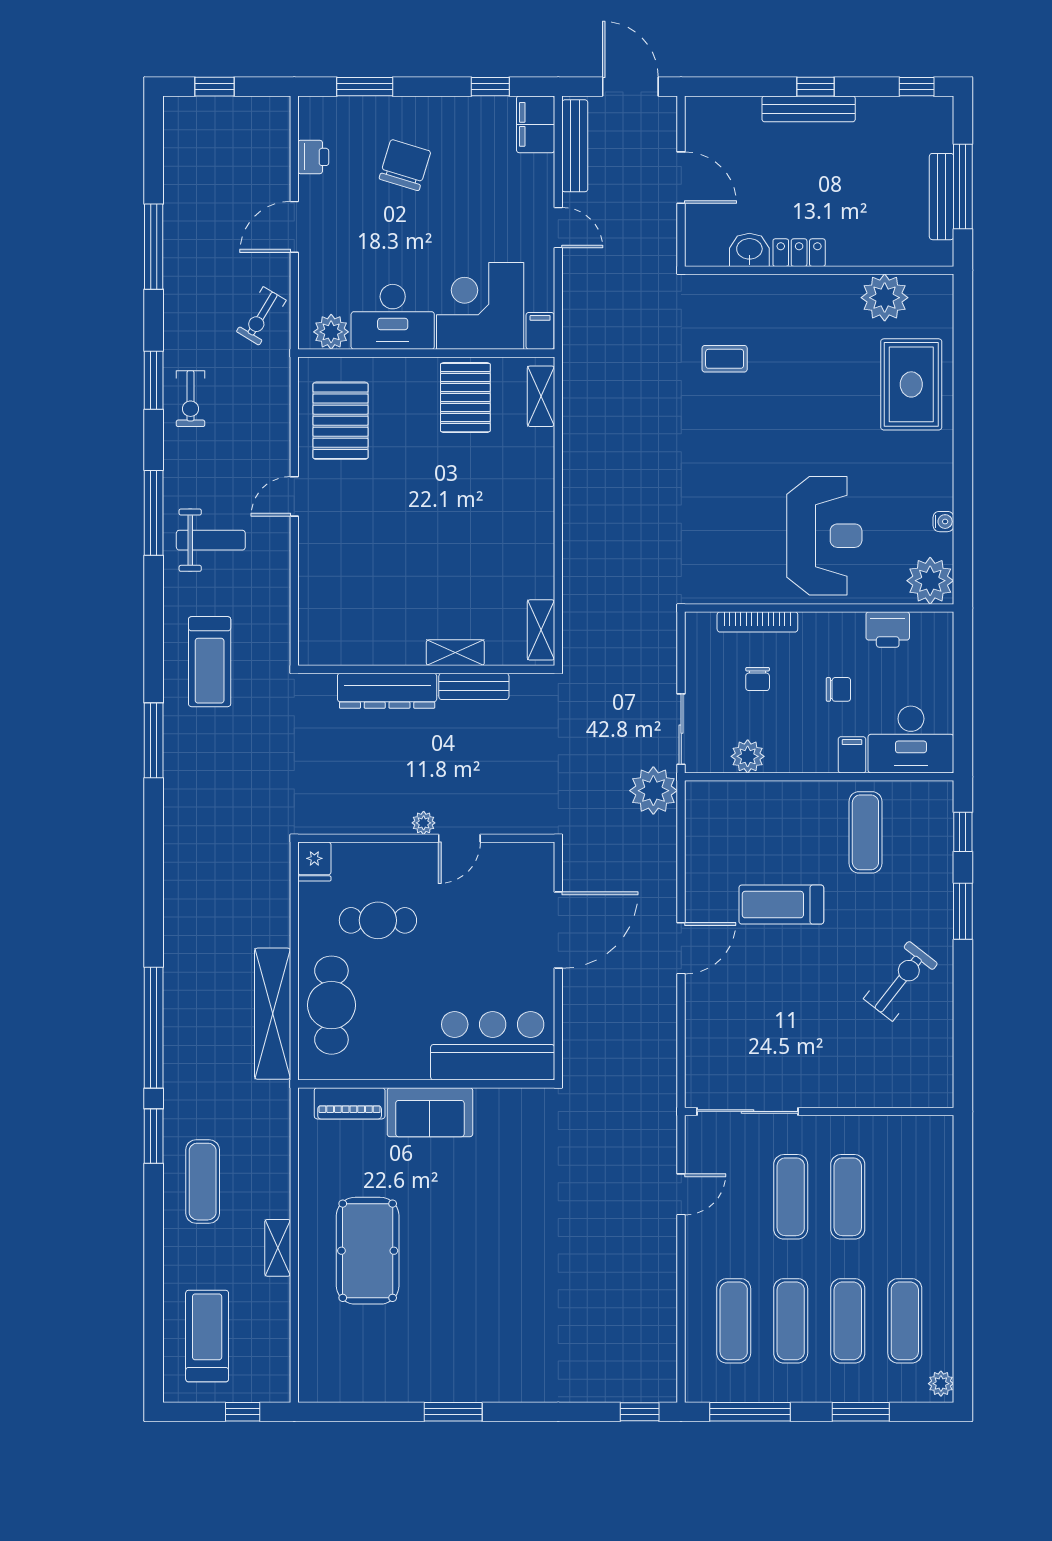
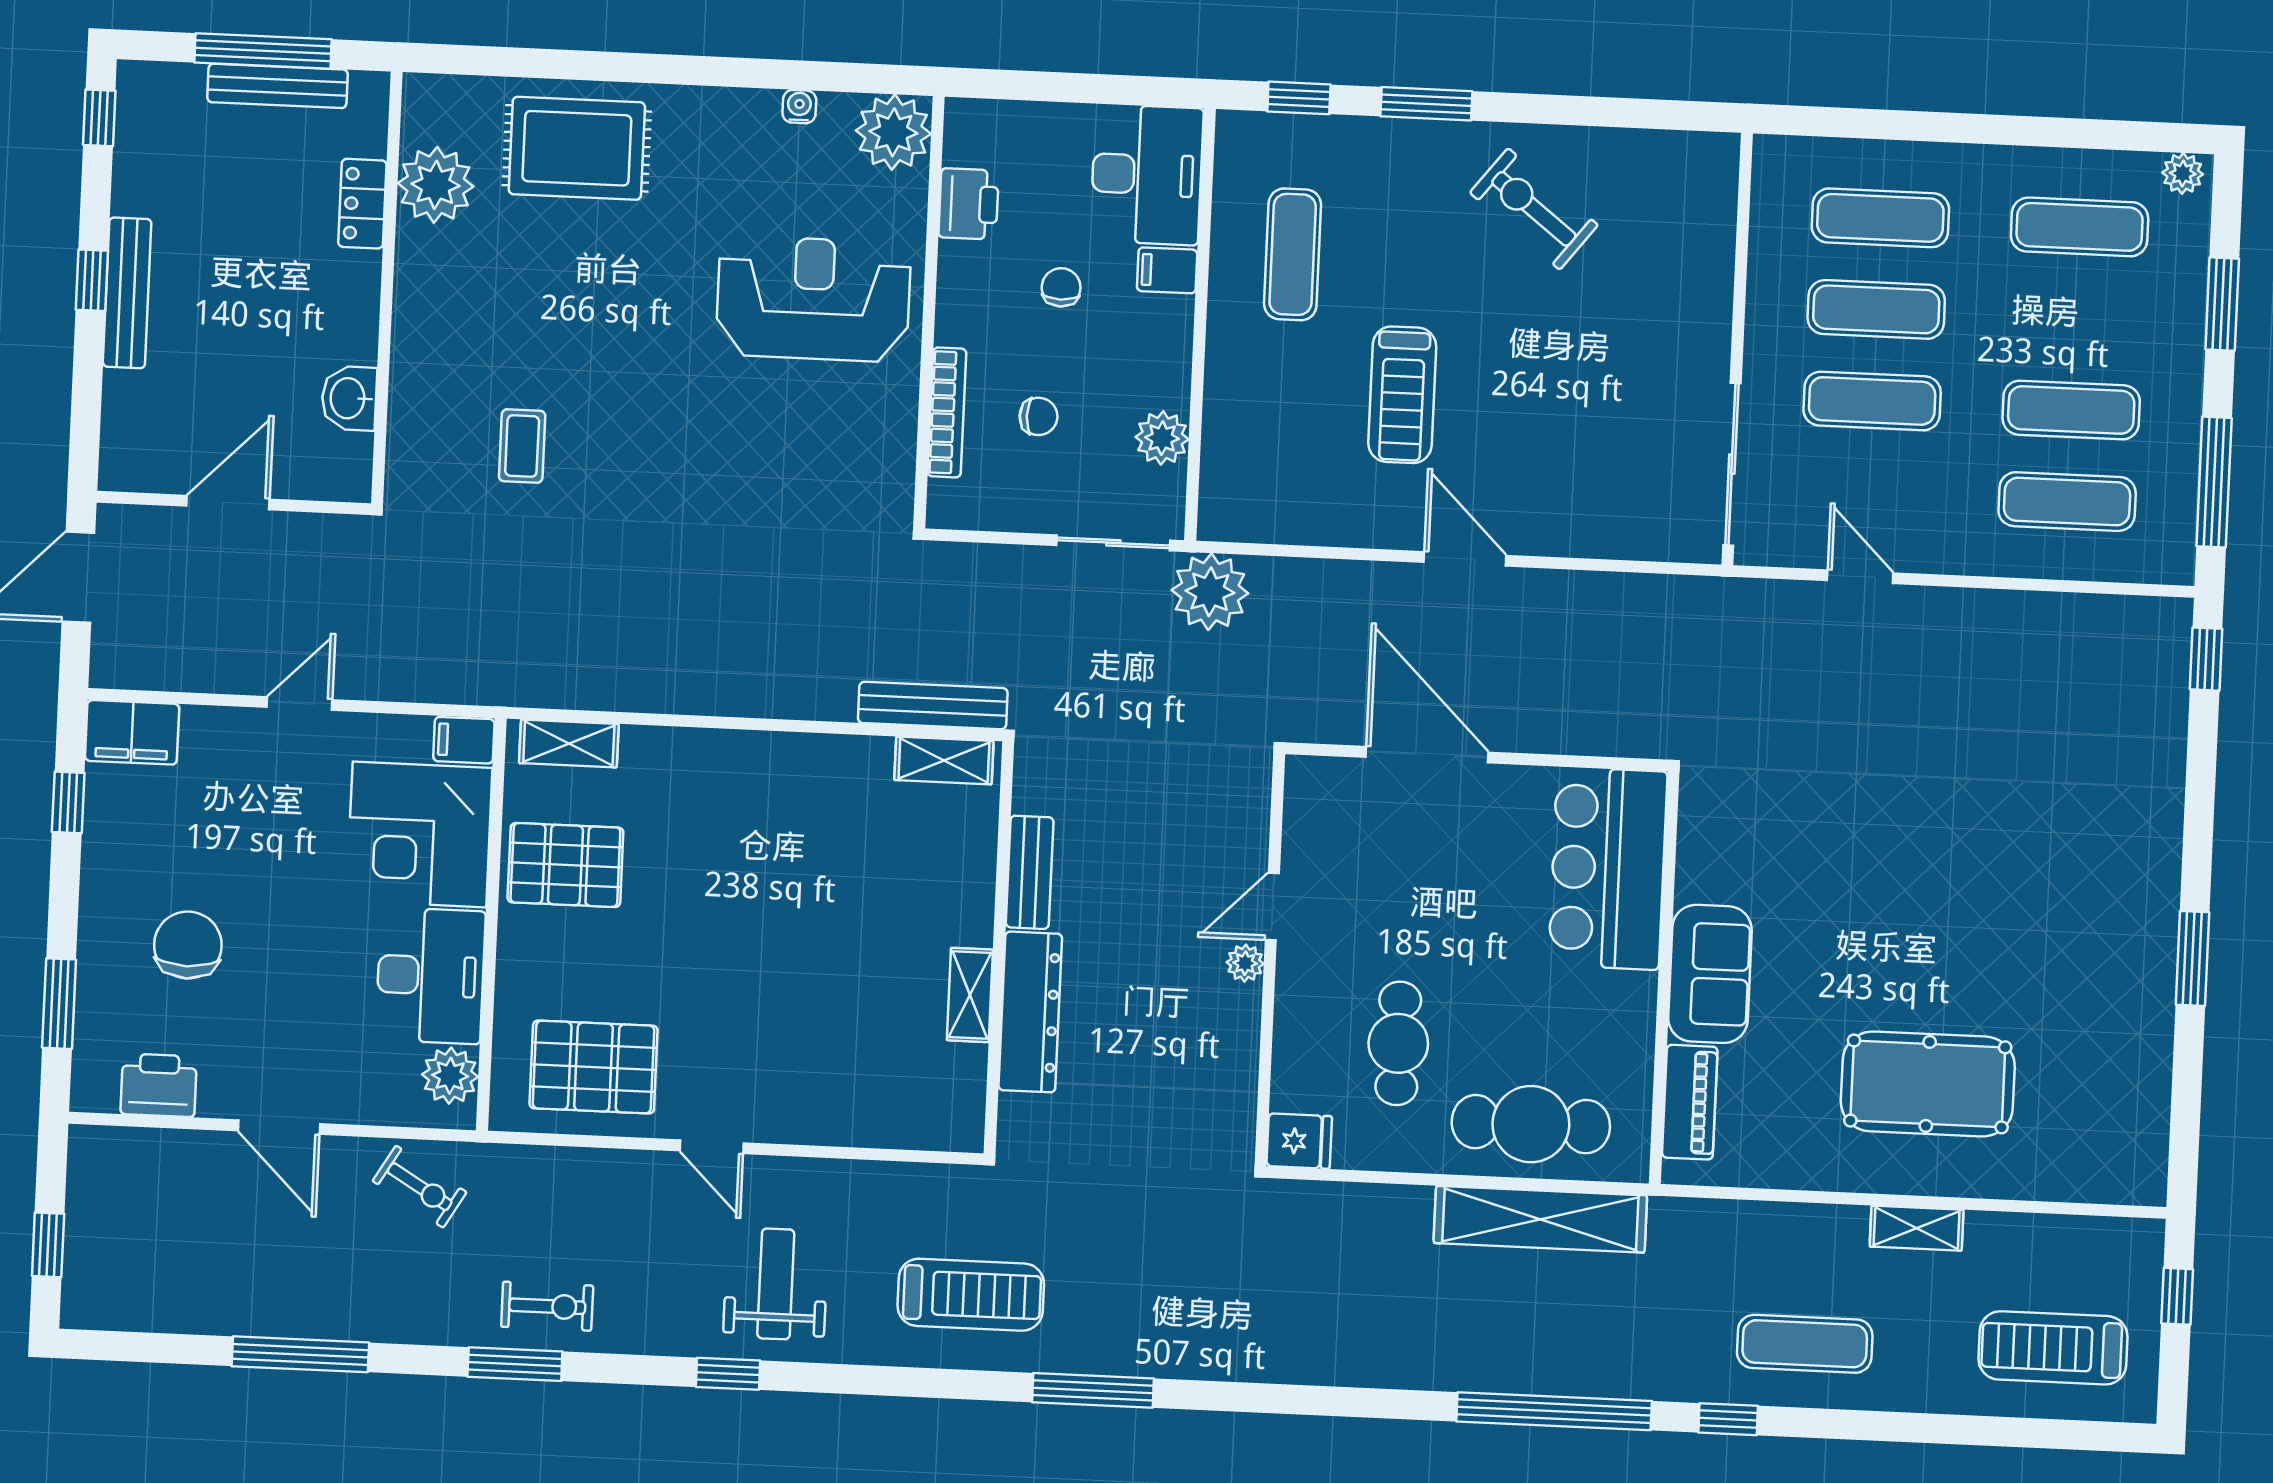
bench: (575, 146) -> (933, 706), moved
printer: (313, 157) -> (159, 1085), width x1.36, depth x1.24
chair: (405, 165) -> (188, 945), turned 73
locker: (799, 253) -> (362, 204), moved
window: (154, 513) -> (728, 1374), width x0.46
shelving: (455, 653) -> (970, 995), moved
exercise mat: (865, 832) -> (1293, 254), turned 90
door: (459, 838) -> (1272, 907), swing flipped
window: (154, 1136) -> (1728, 1419), width x0.67
exercise mat: (848, 1321) -> (1880, 218), moved

